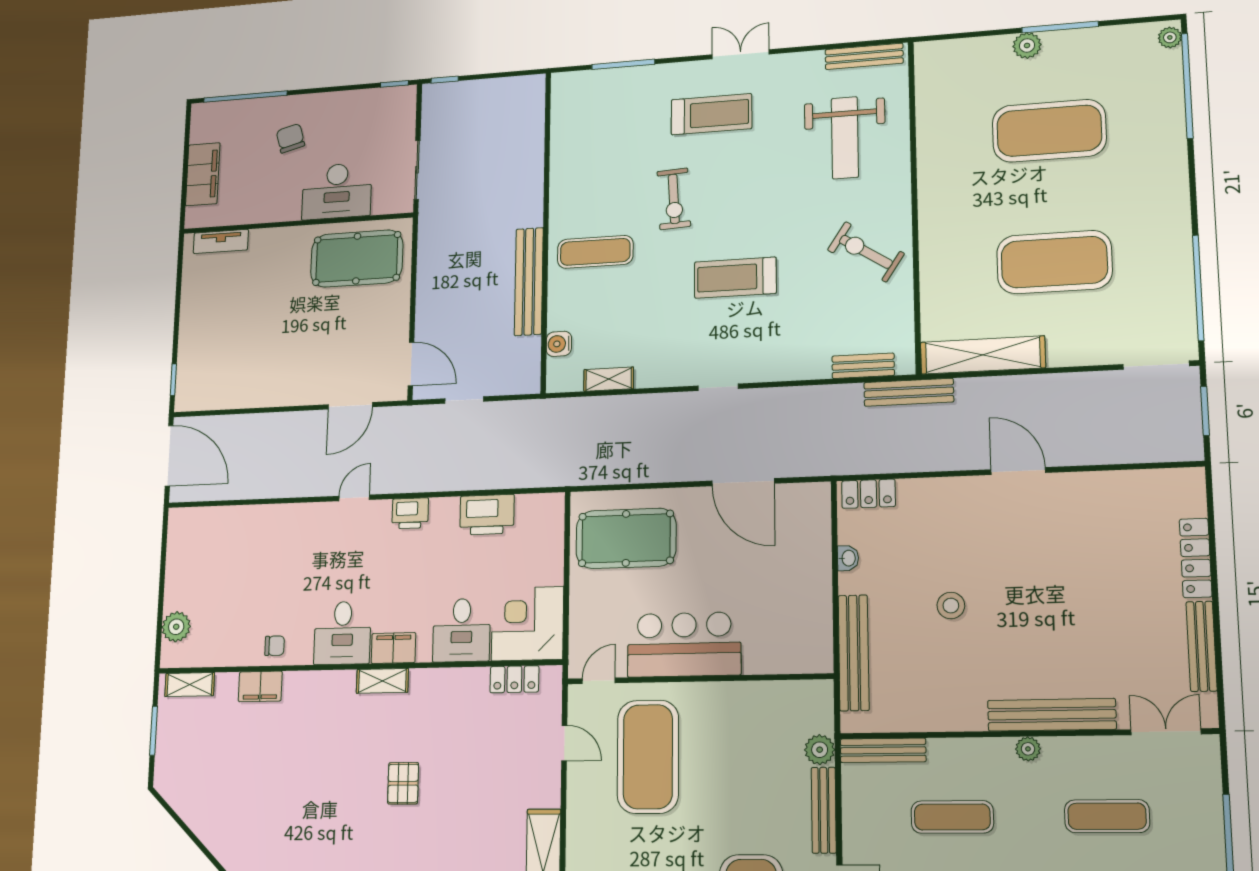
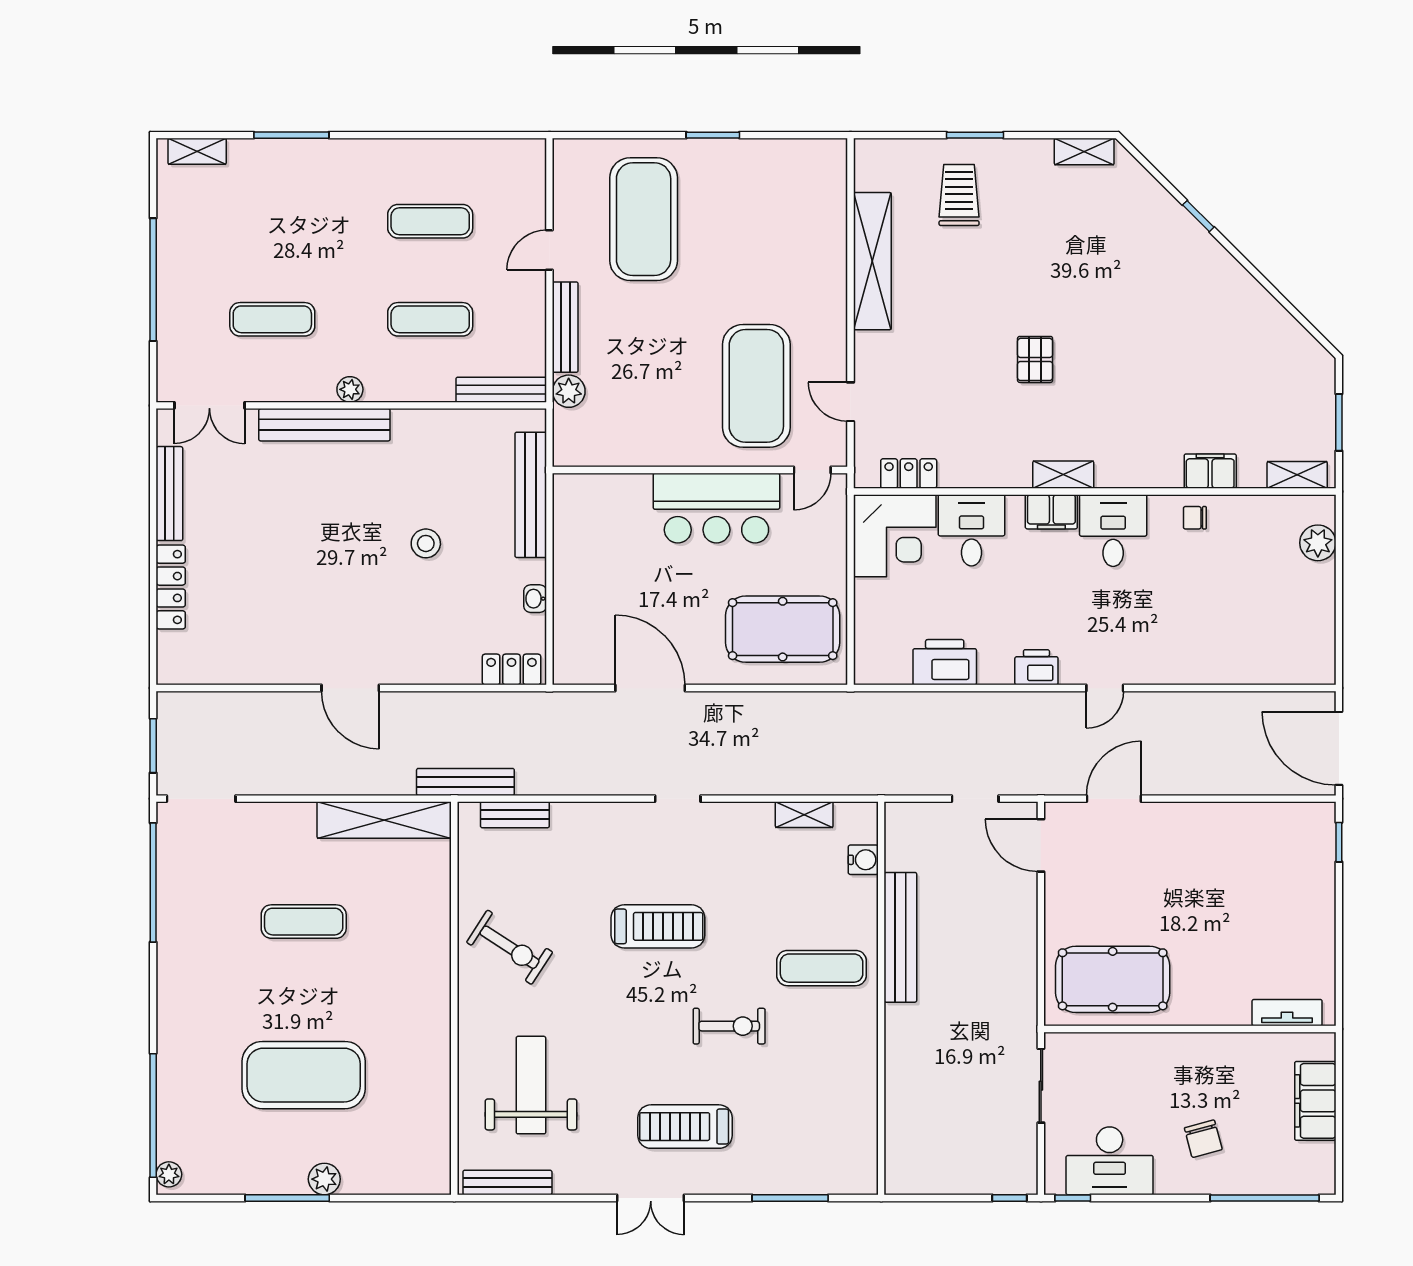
desk: (337, 191) -> (1110, 1161), moved, turned 180
exercise bike: (674, 199) -> (729, 1026), turned 93
exercise mat: (1054, 262) -> (304, 922), width x0.50, depth x0.69

